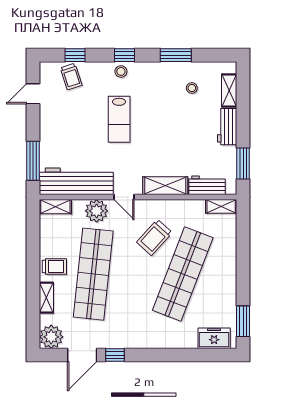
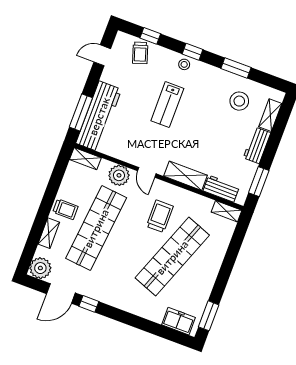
stool: (192, 88) -> (239, 101), width x1.89, depth x1.89
workbench: (76, 181) -> (99, 116), moved, turned 90
trolley: (154, 237) -> (160, 216), turned 138

